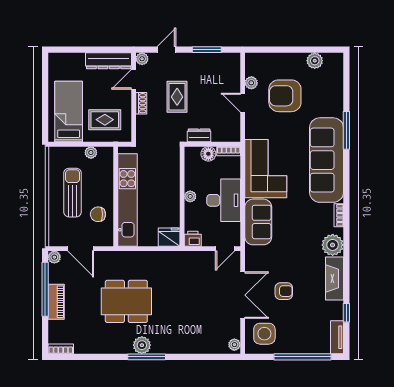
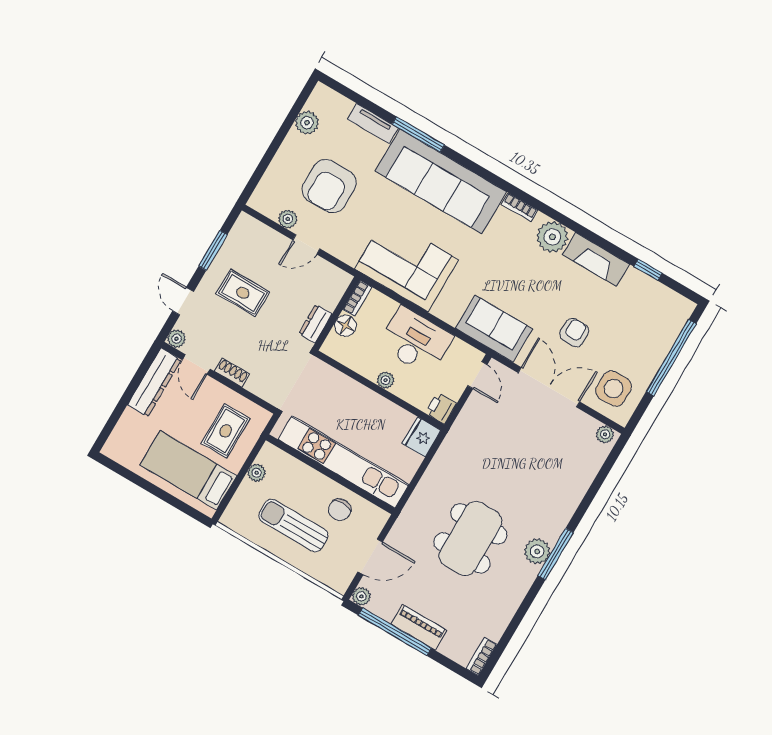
rug: (177, 97) -> (243, 293), moved
sofa: (258, 222) -> (494, 329), moved
tv unit: (337, 337) -> (373, 124), moved

